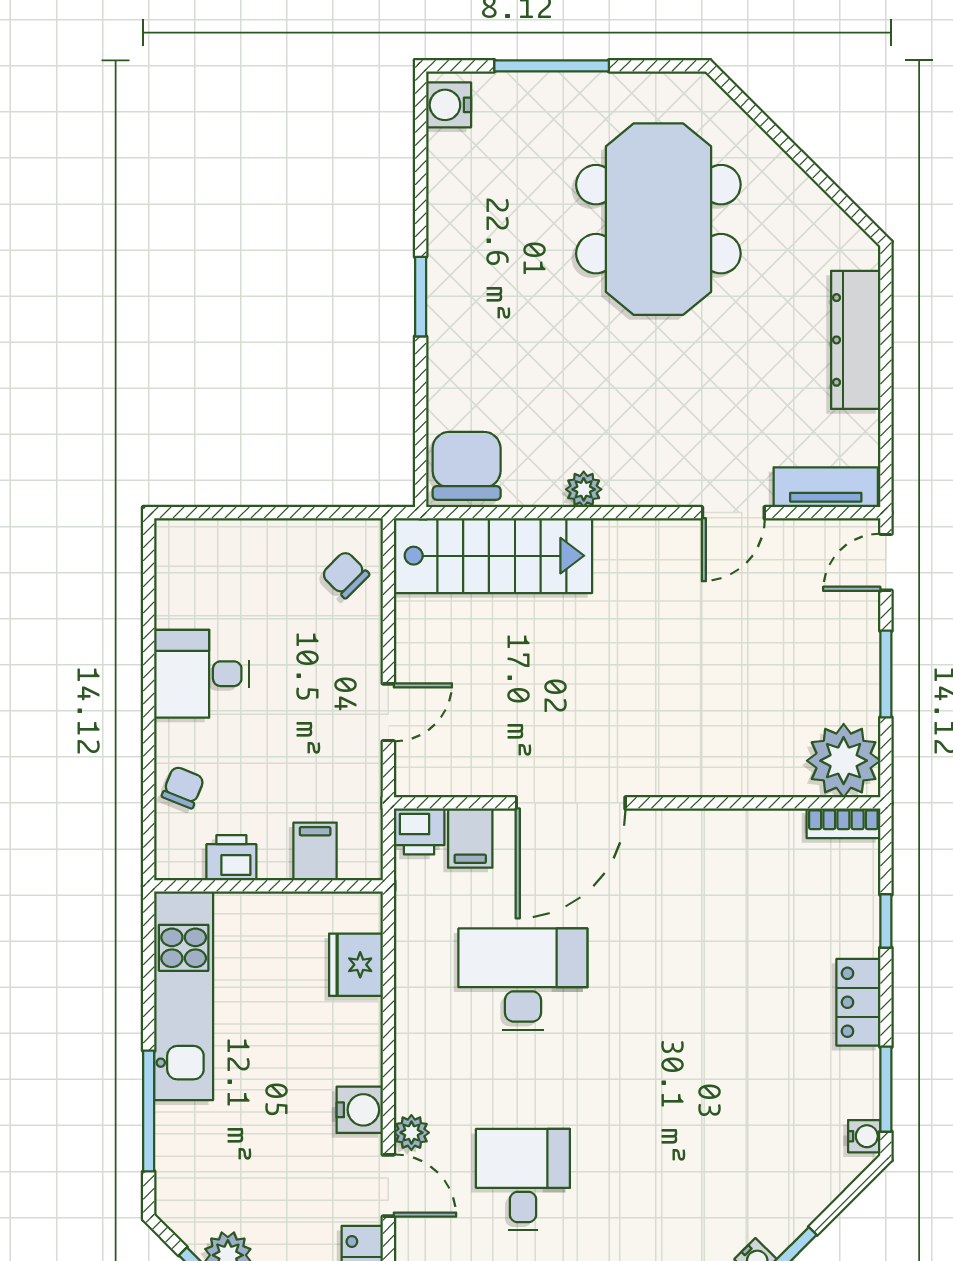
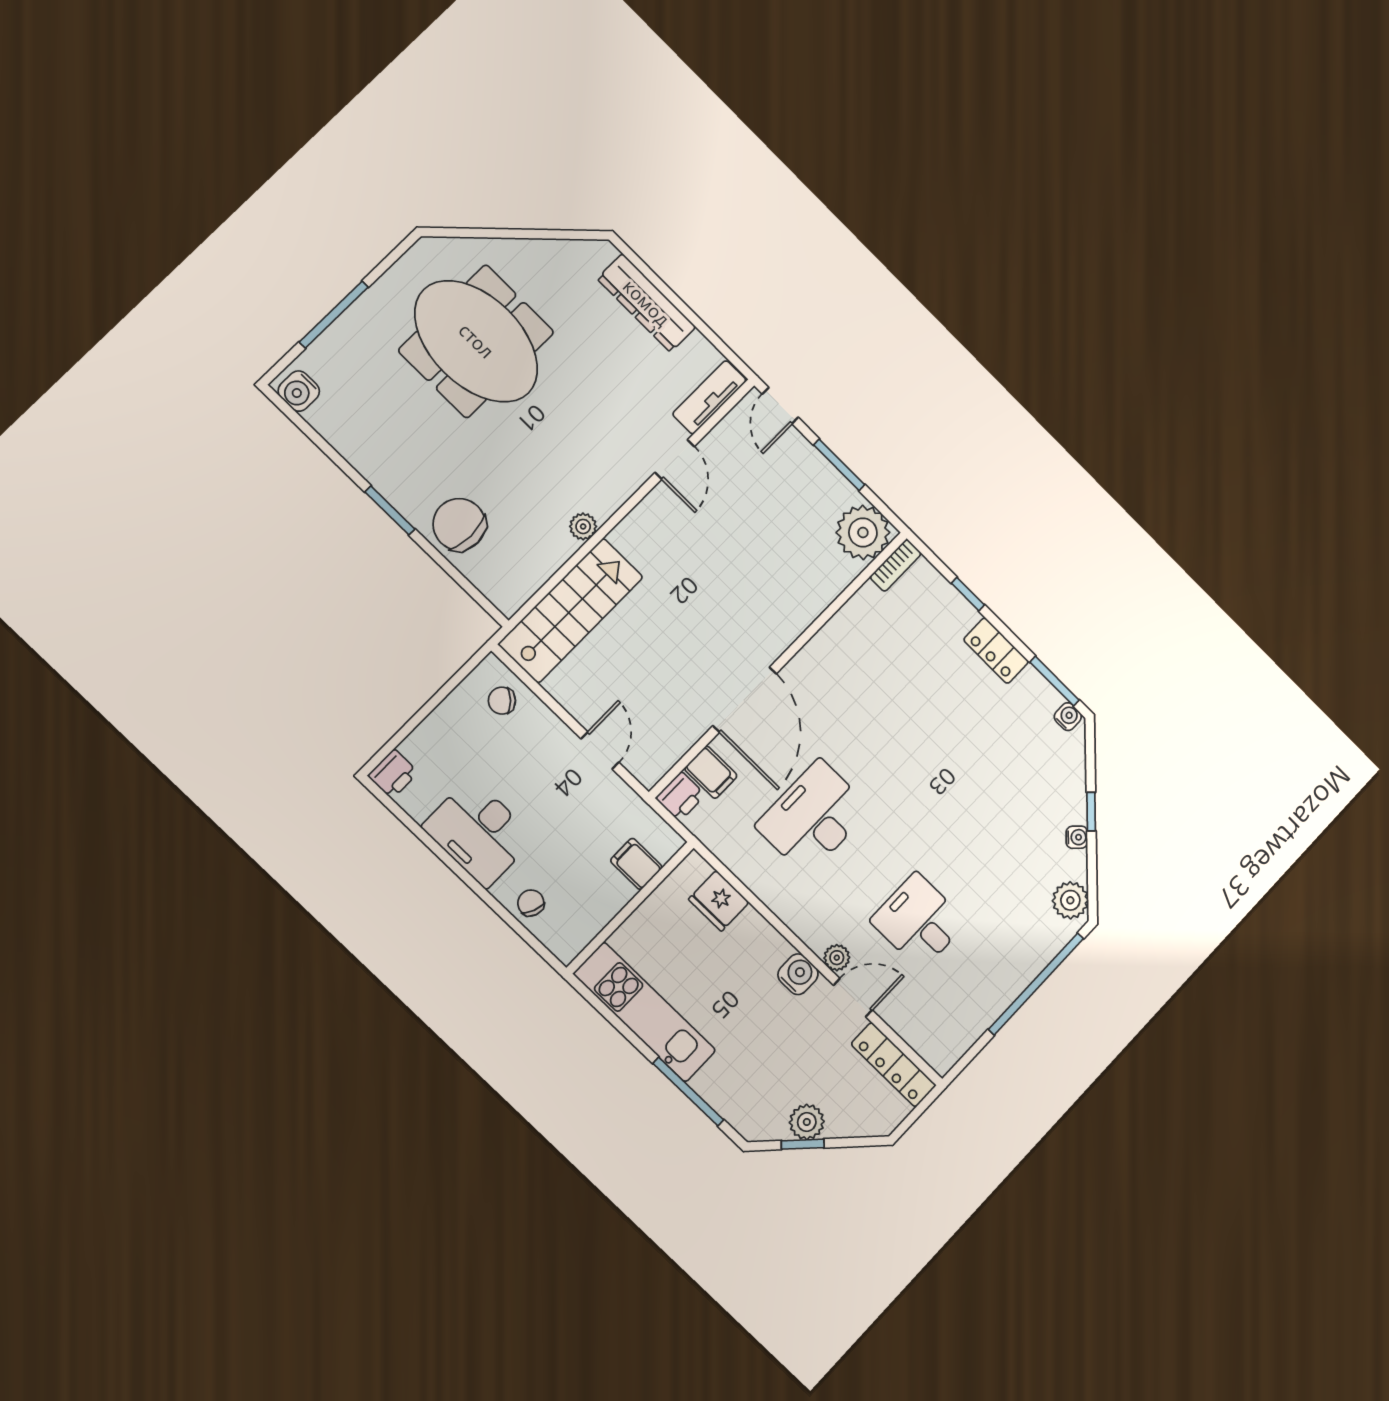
chair: (467, 466) -> (459, 524), moved
desk: (202, 674) -> (479, 832), width x1.37
printer: (231, 858) -> (393, 774), moved, turned 180

